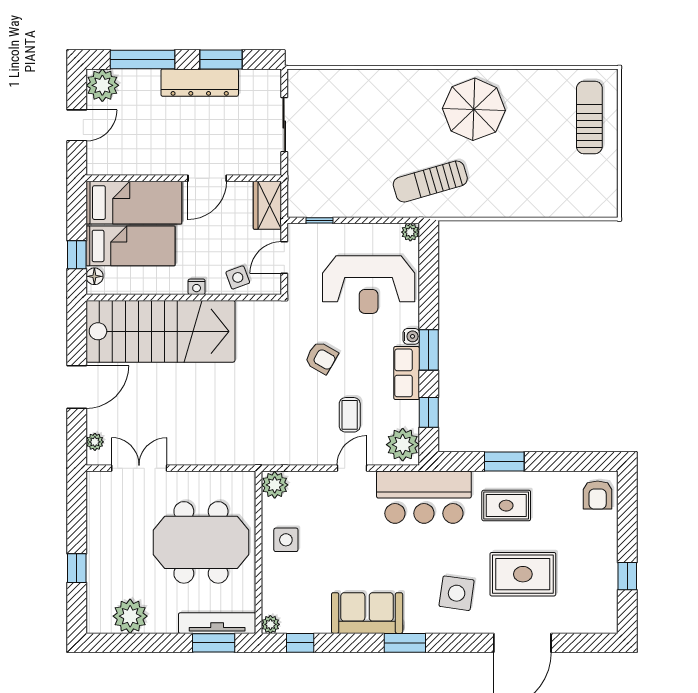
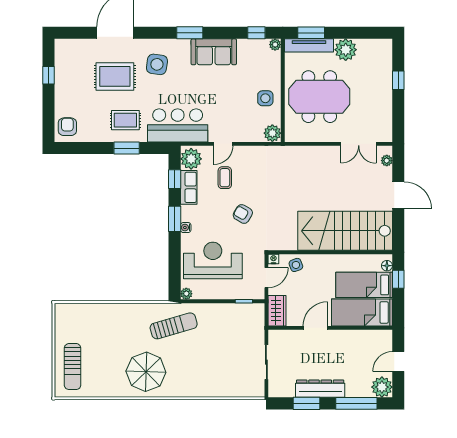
nightstand: (197, 287) -> (273, 259), moved
row of seats: (407, 373) -> (189, 187), moved
door: (77, 387) -> (398, 195), swing flipped
plant: (130, 616) -> (346, 50), moved

